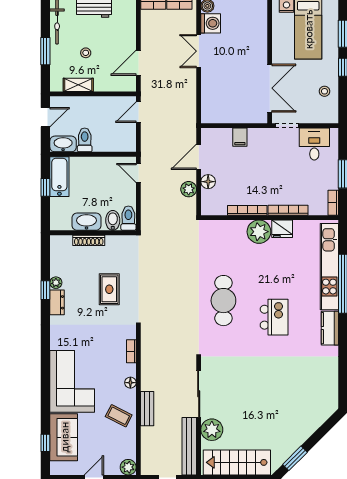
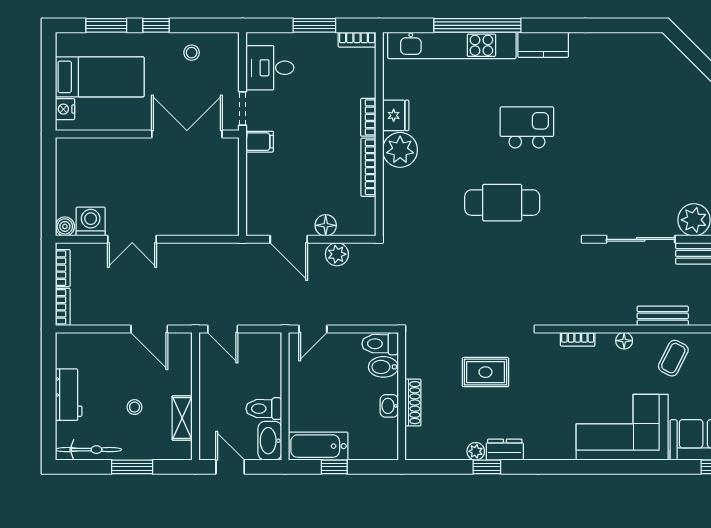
filing cabinet: (240, 137) -> (260, 142), moved
bookcase: (288, 210) -> (368, 117), width x0.64
washbasin: (86, 222) -> (389, 406), width x0.52, depth x0.69

